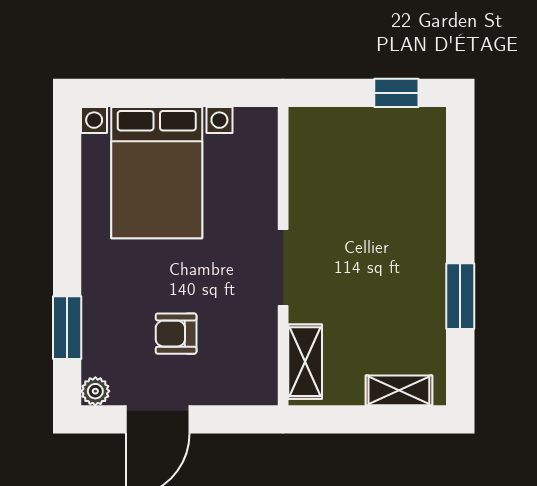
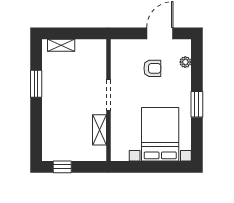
window: (67, 328) -> (197, 104), moved
shelving: (305, 362) -> (100, 130), moved
plant: (95, 391) -> (185, 62), moved

